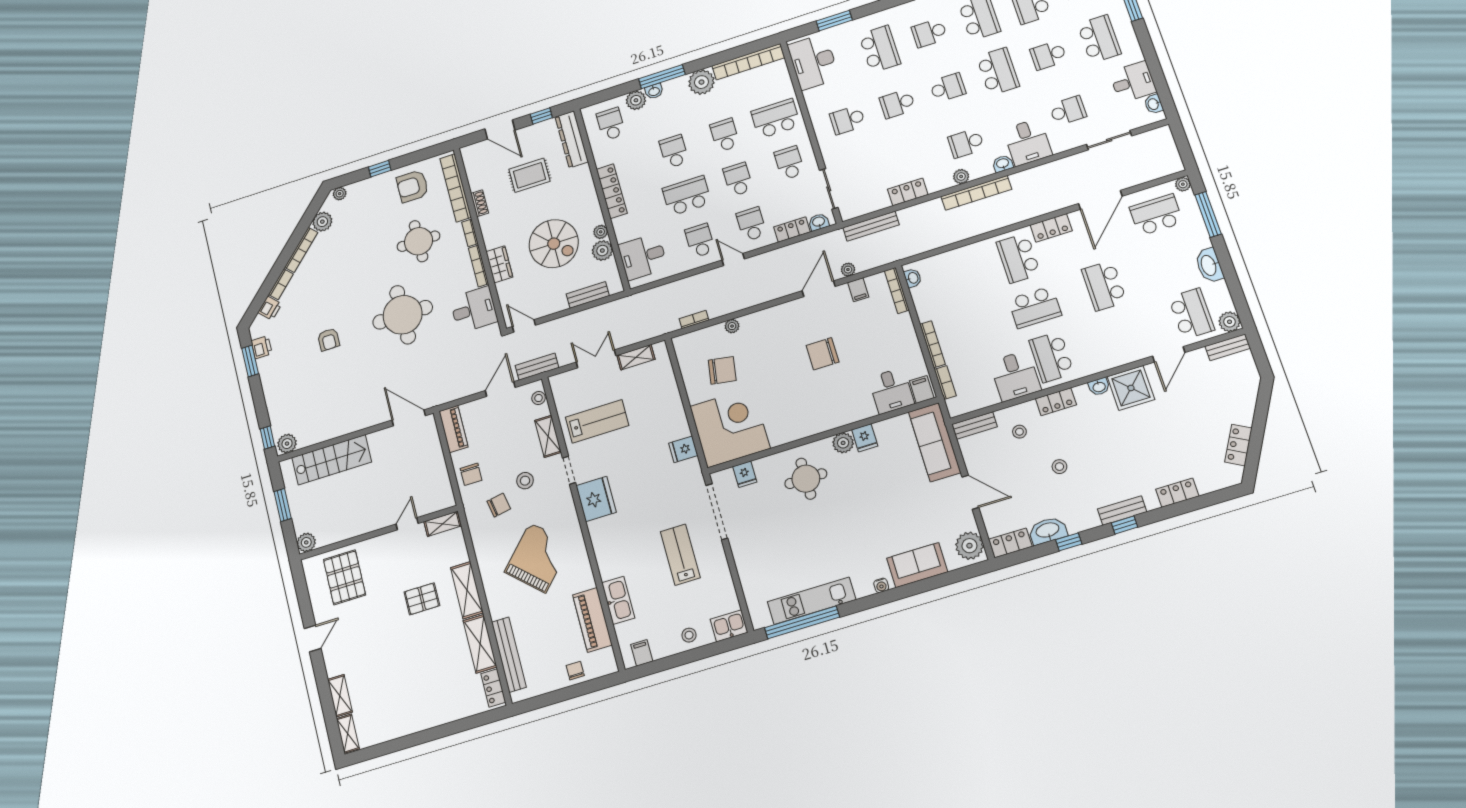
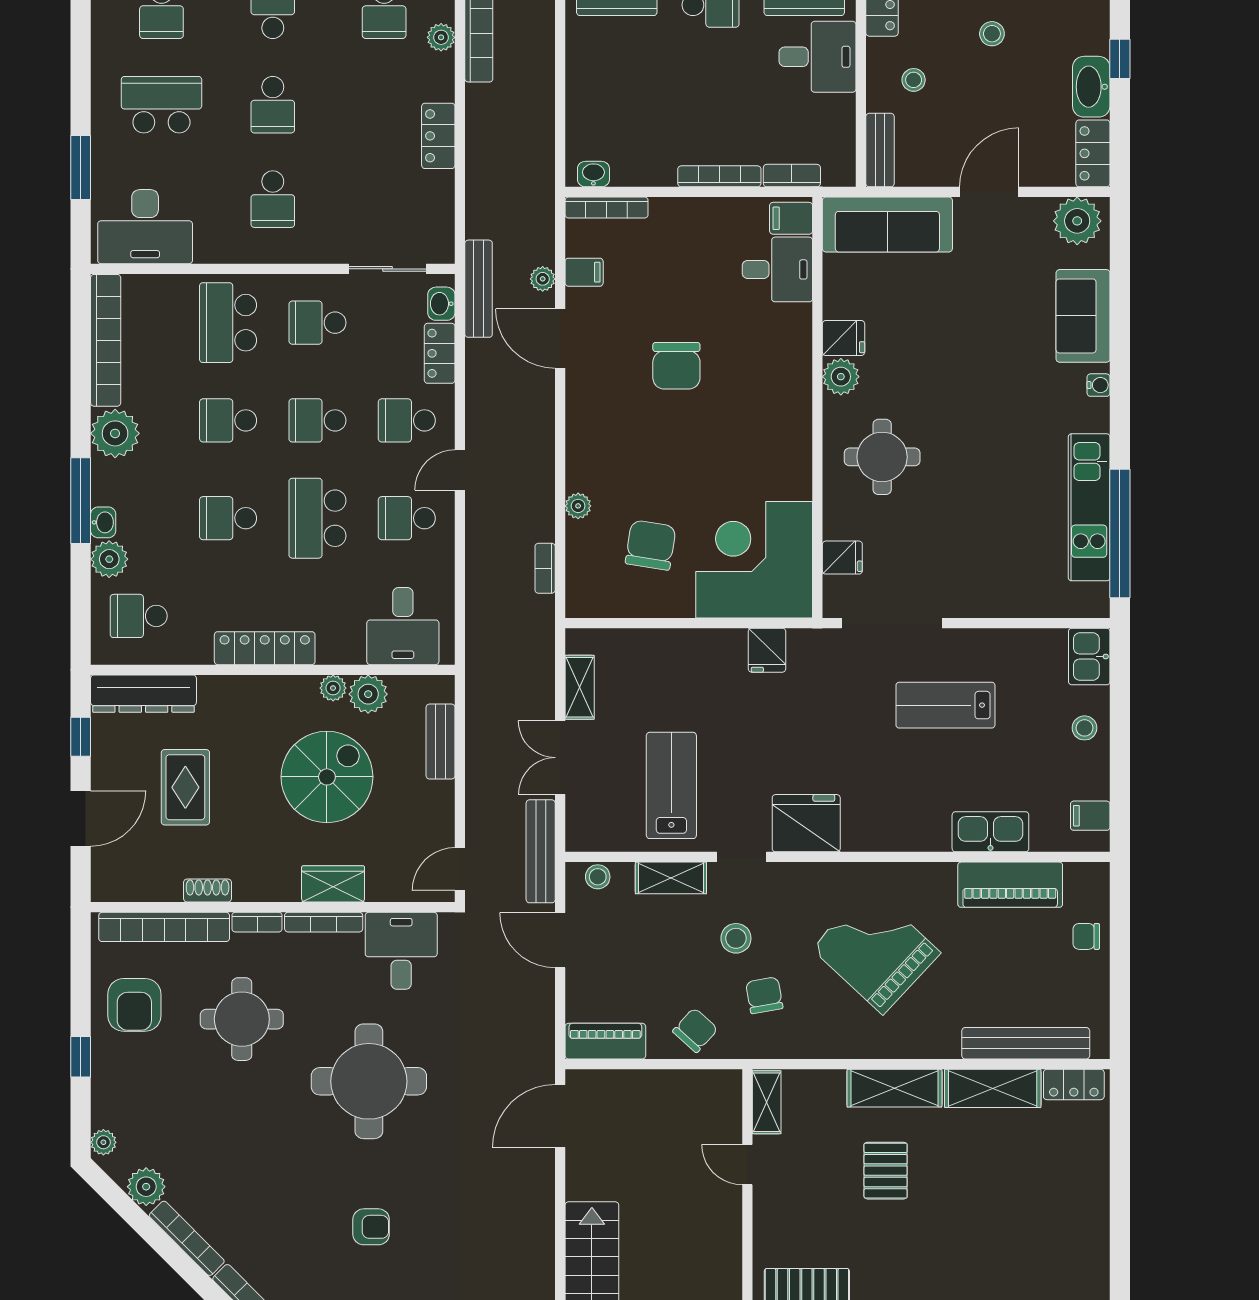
bench: (871, 226) -> (479, 289), moved
bench: (537, 367) -> (541, 851), width x1.36
chair: (471, 474) -> (695, 1030), turned -48

